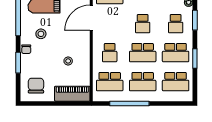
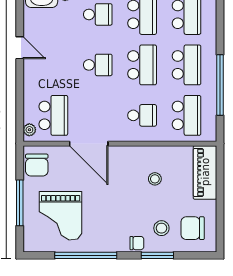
stool: (41, 34) -> (161, 228), moved

